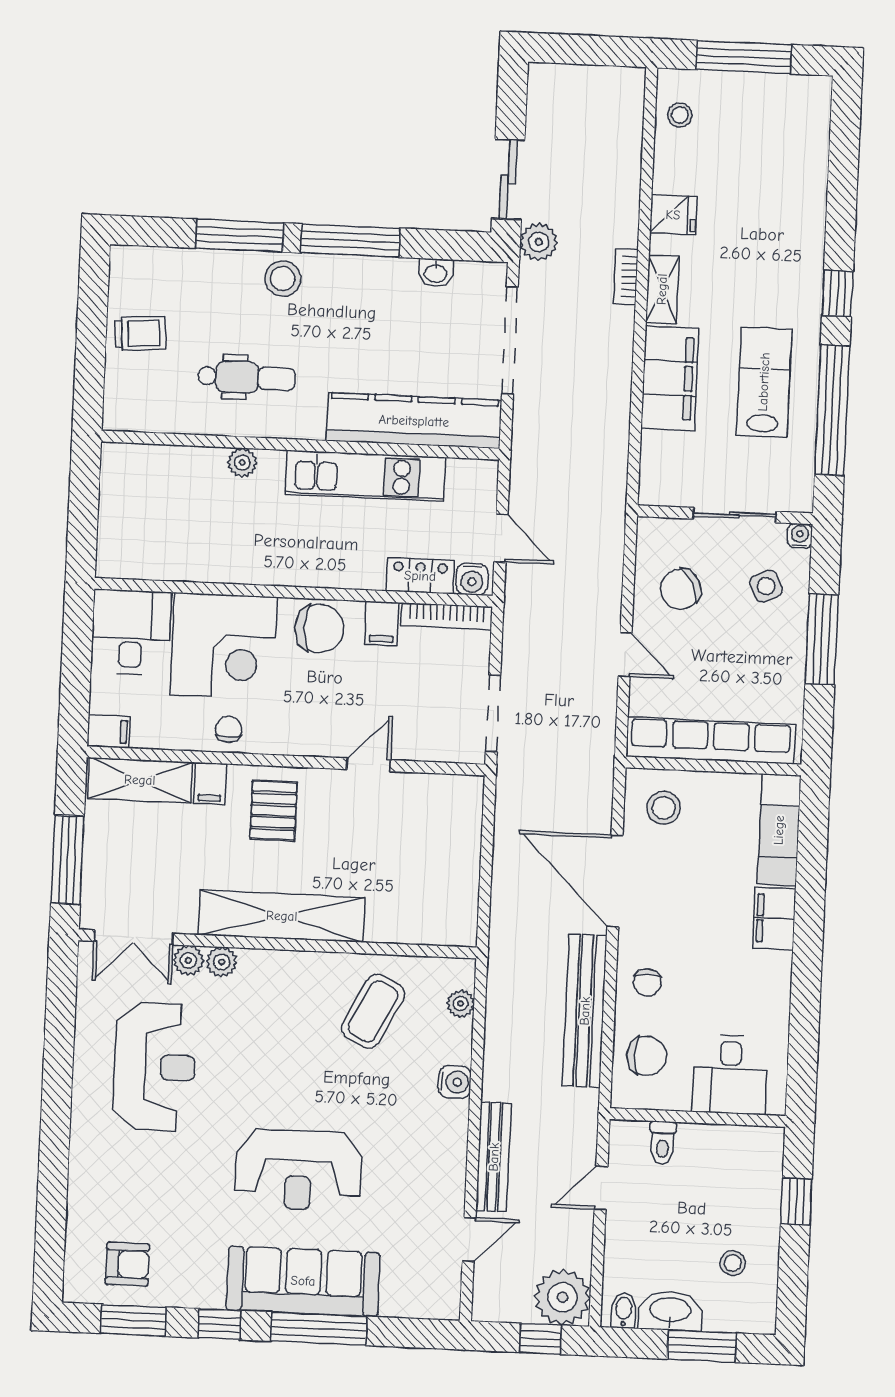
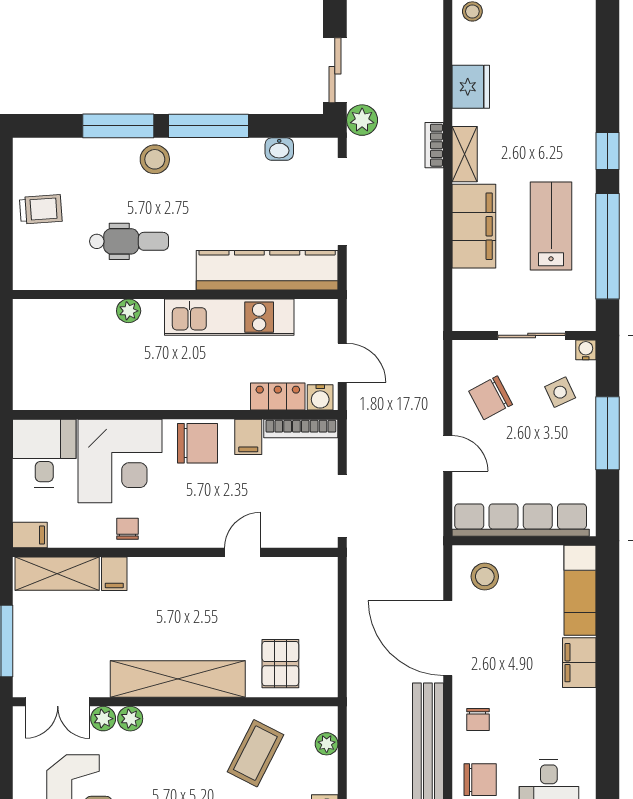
fridge: (673, 215) -> (471, 87), width x1.38
pallet: (274, 811) -> (280, 664), moved

